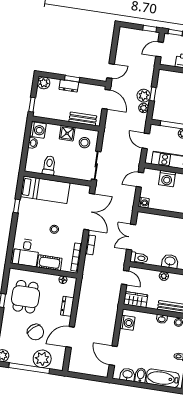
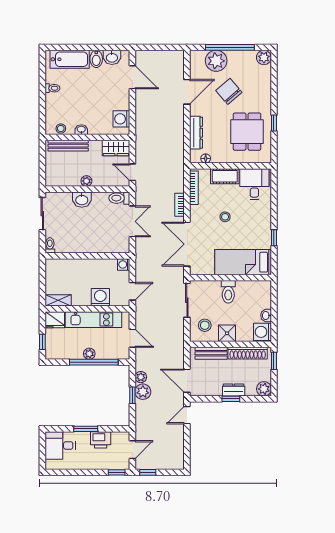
shoe rack: (53, 114) -> (248, 353), added
toilet: (49, 165) -> (228, 292), moved
dresser: (67, 306) -> (196, 133), width x1.44

